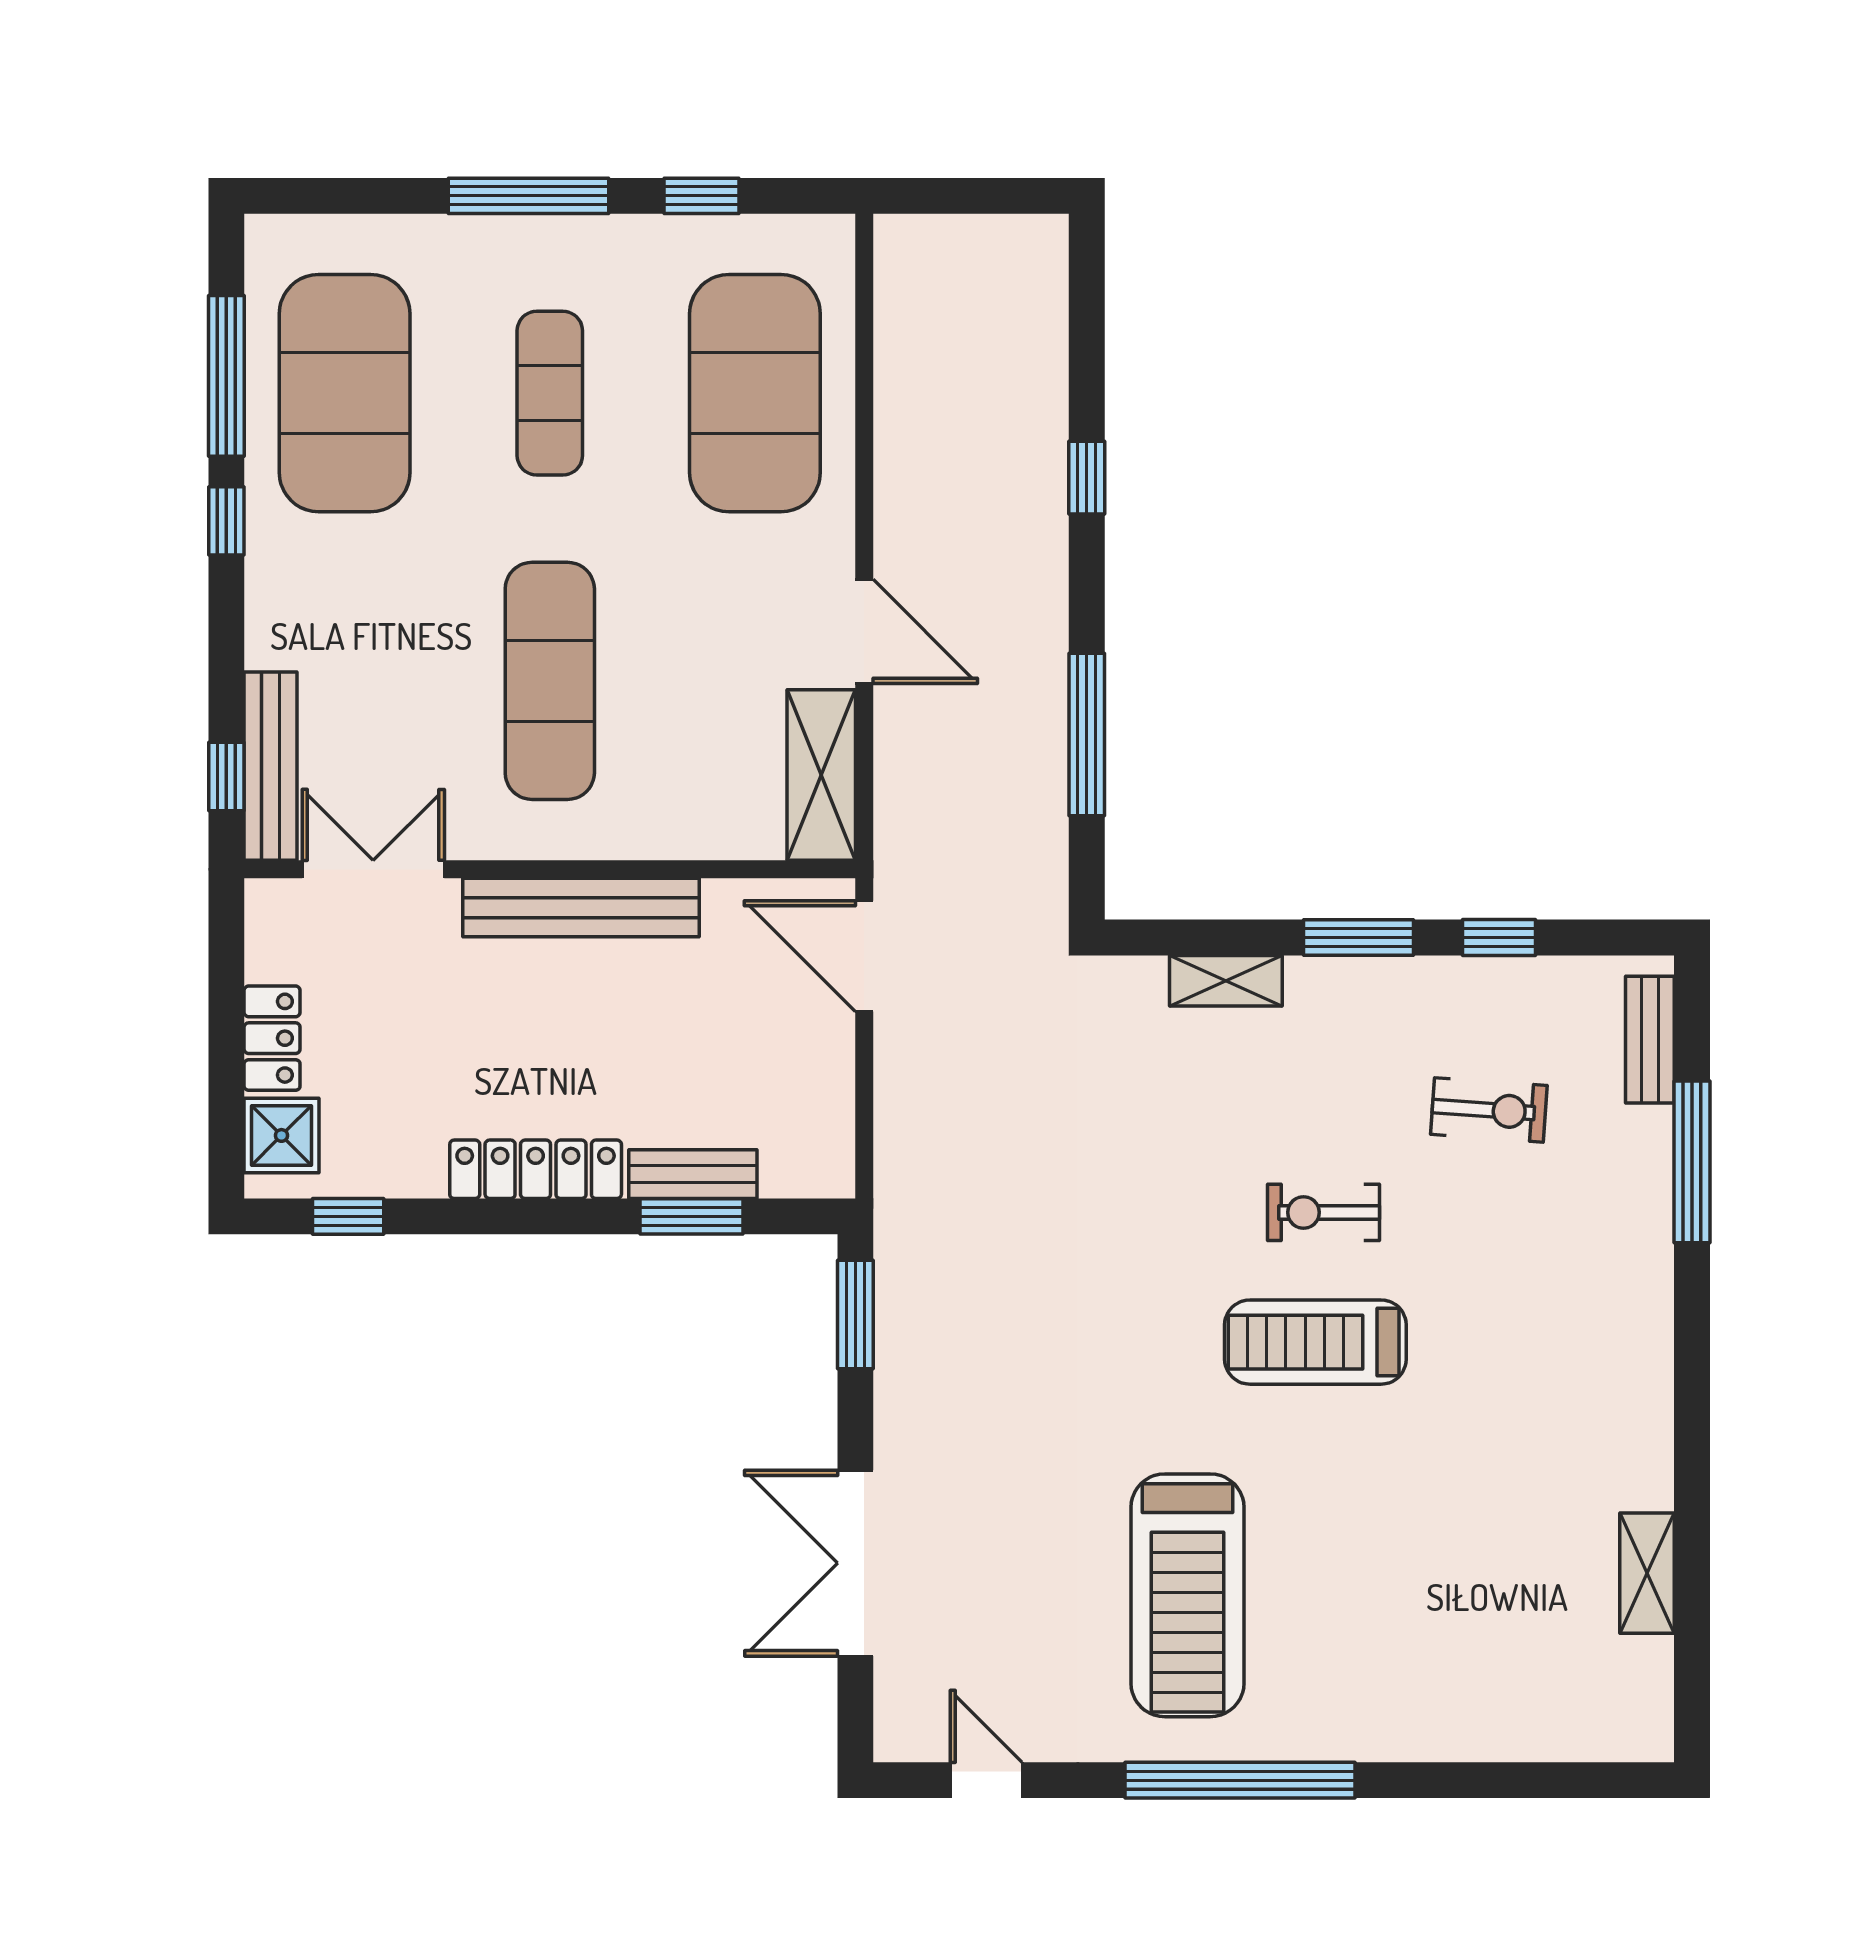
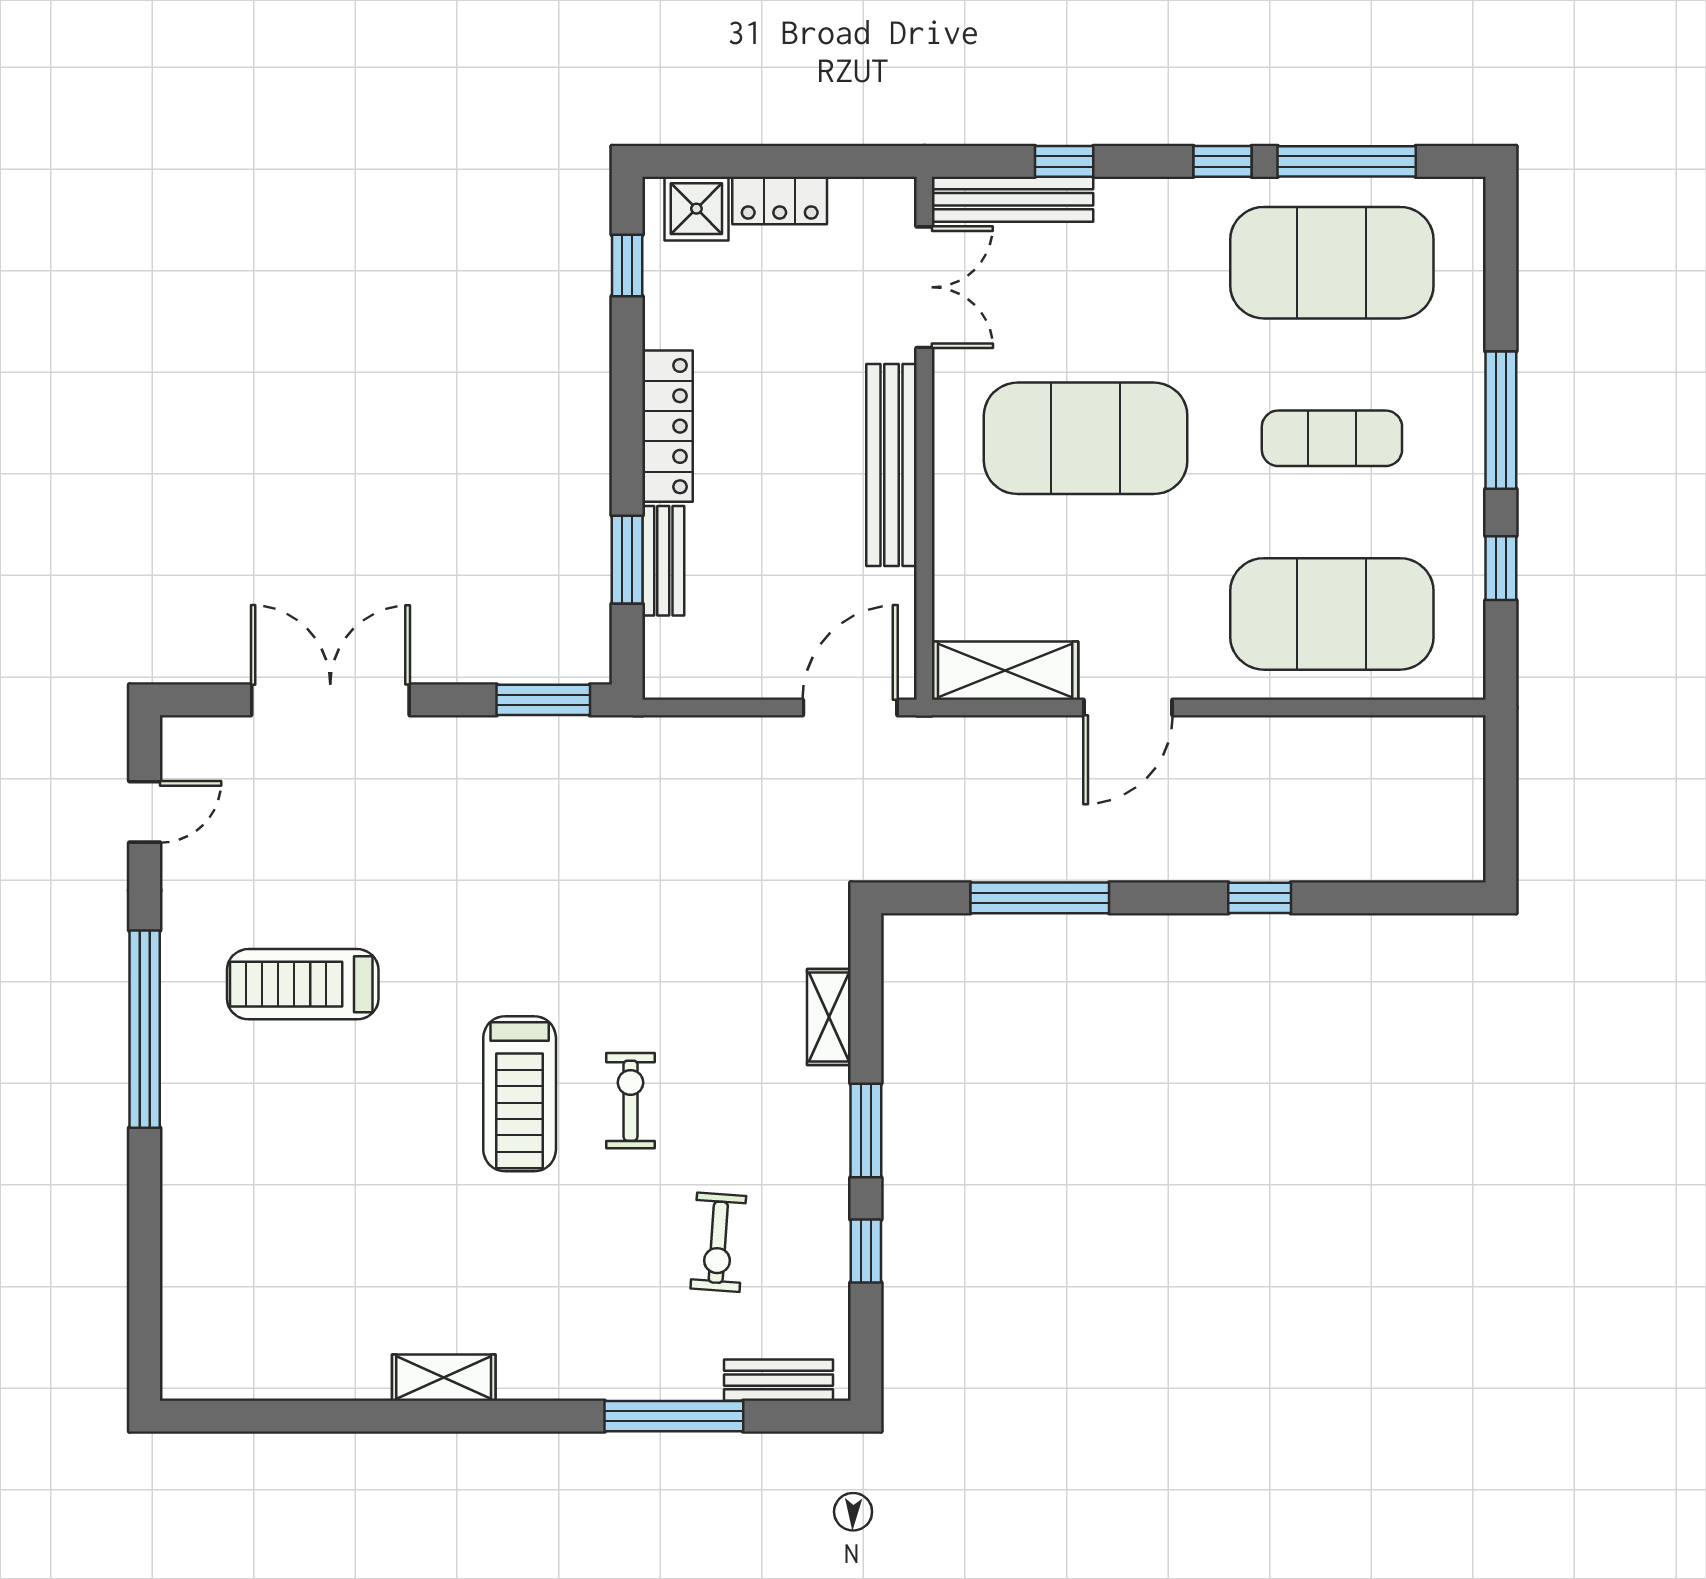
exercise mat: (550, 681) -> (1086, 438), width x1.47
window: (226, 777) -> (1064, 161), moved
treadmill: (1315, 1342) -> (520, 1094), turned 180
shelving: (1647, 1573) -> (444, 1378), moved
treadmill: (1187, 1595) -> (303, 984), width x0.73, depth x0.73

